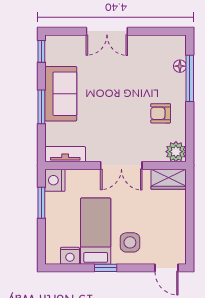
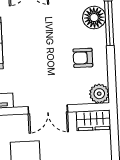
floor lamp: (180, 66) -> (94, 18), width x1.89, depth x1.89

